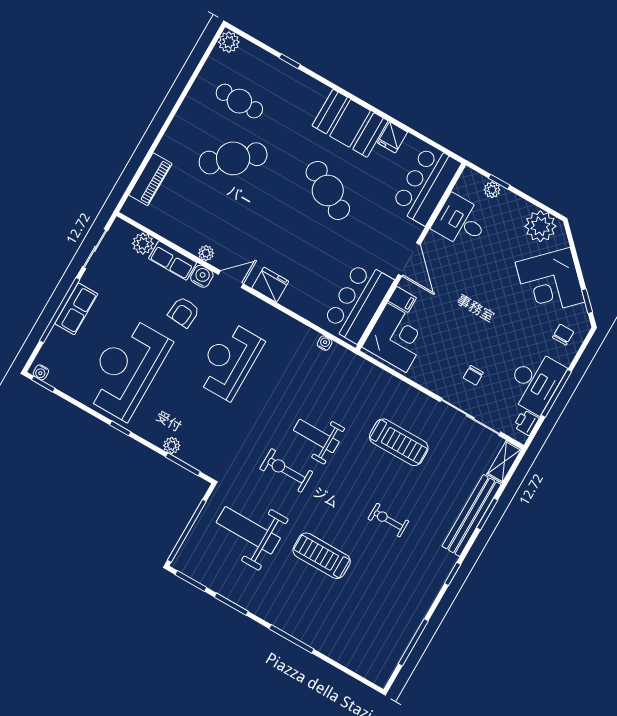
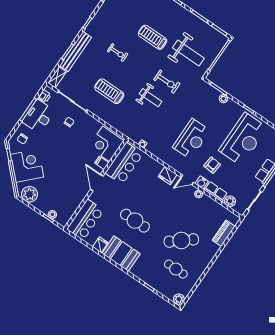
cafe table: (328, 191) -> (135, 221), turned -30
desk: (460, 221) -> (70, 200), removed
treadmill: (322, 556) -> (153, 37), turned 180

